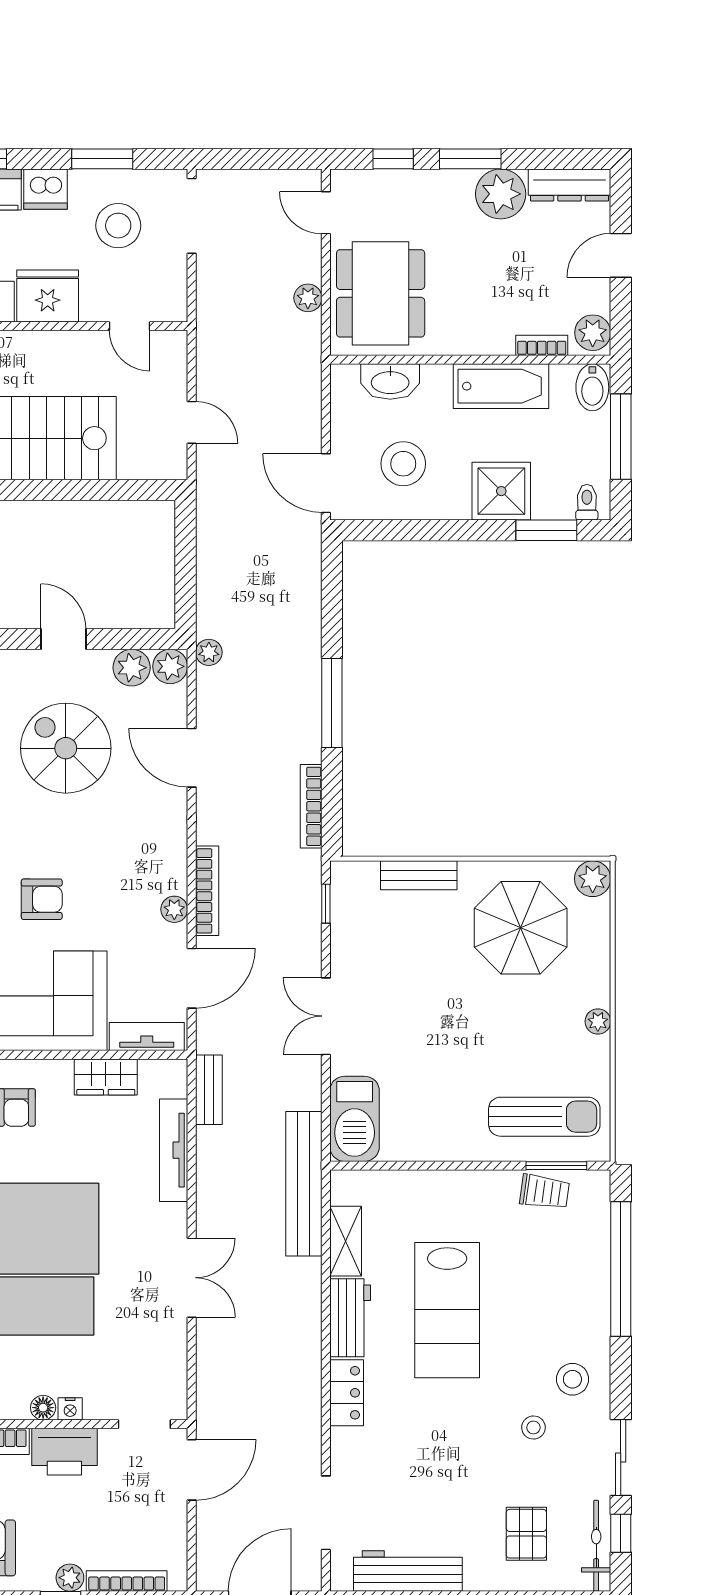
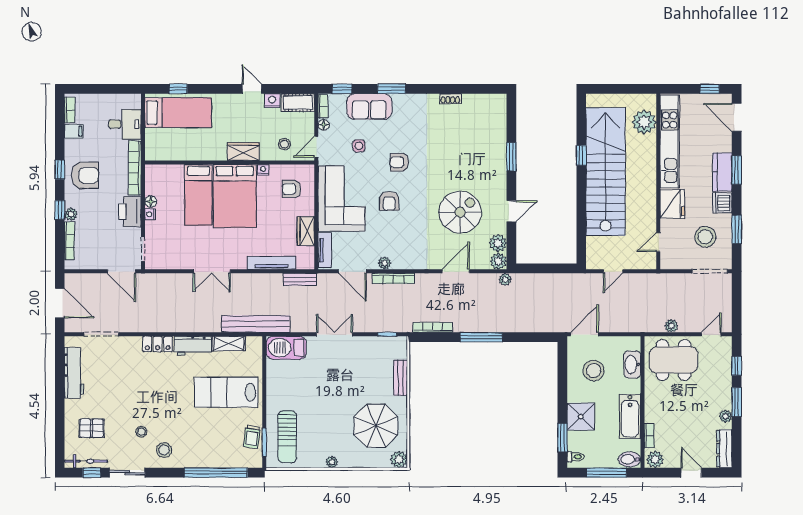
plant: (501, 194) -> (726, 416), width x0.53, depth x0.53
lab bench: (447, 1310) -> (226, 392), moved

